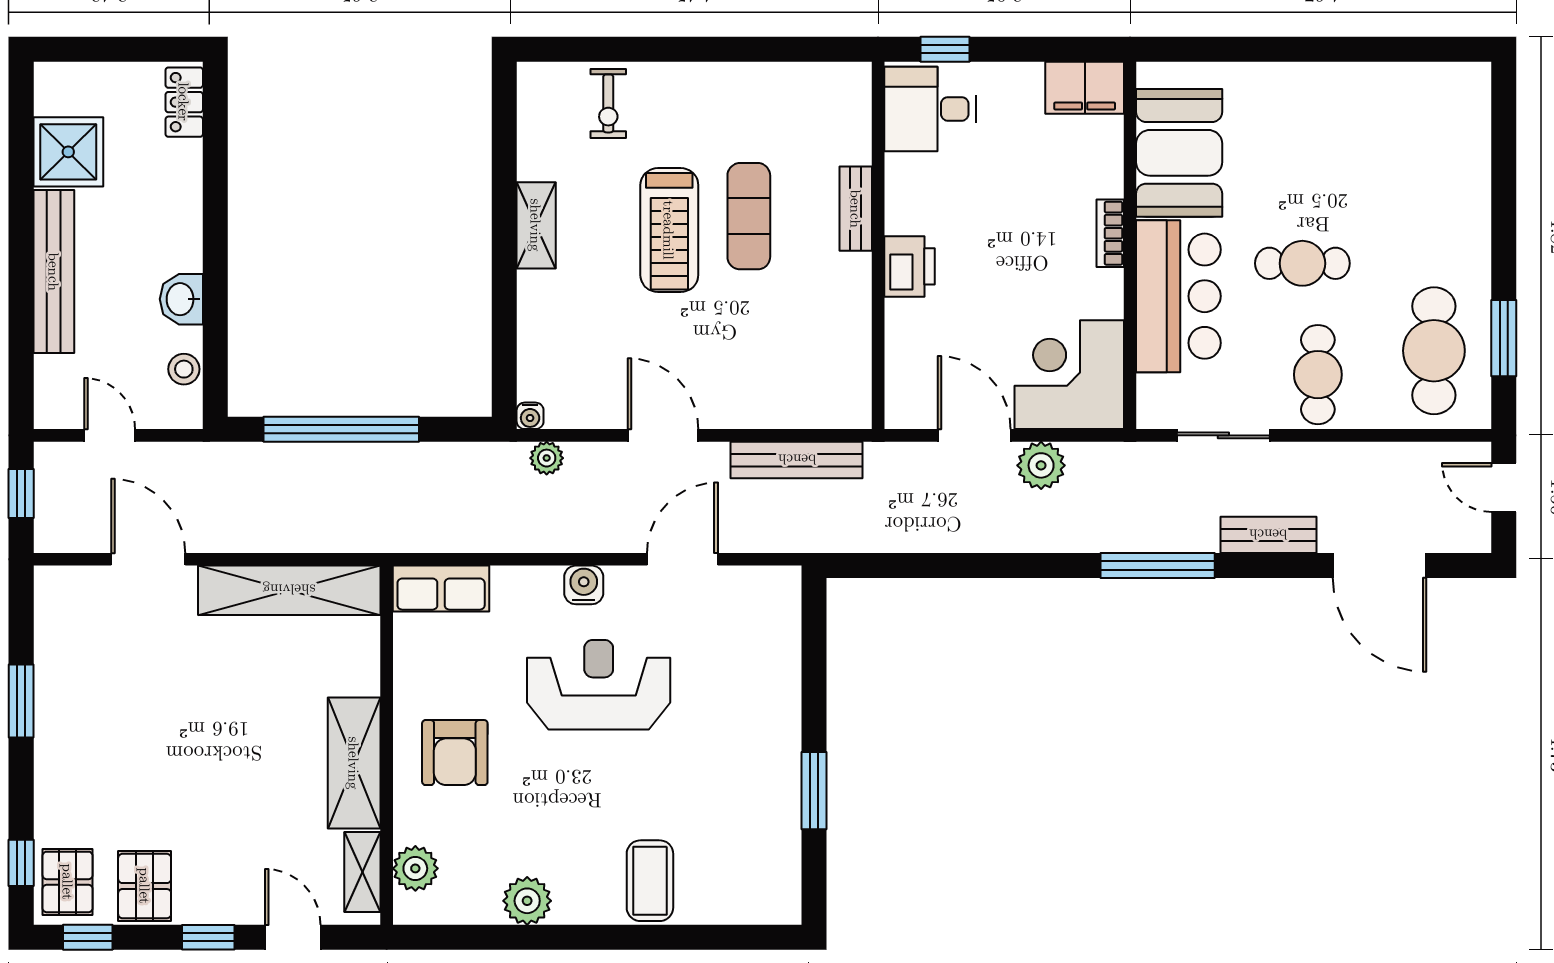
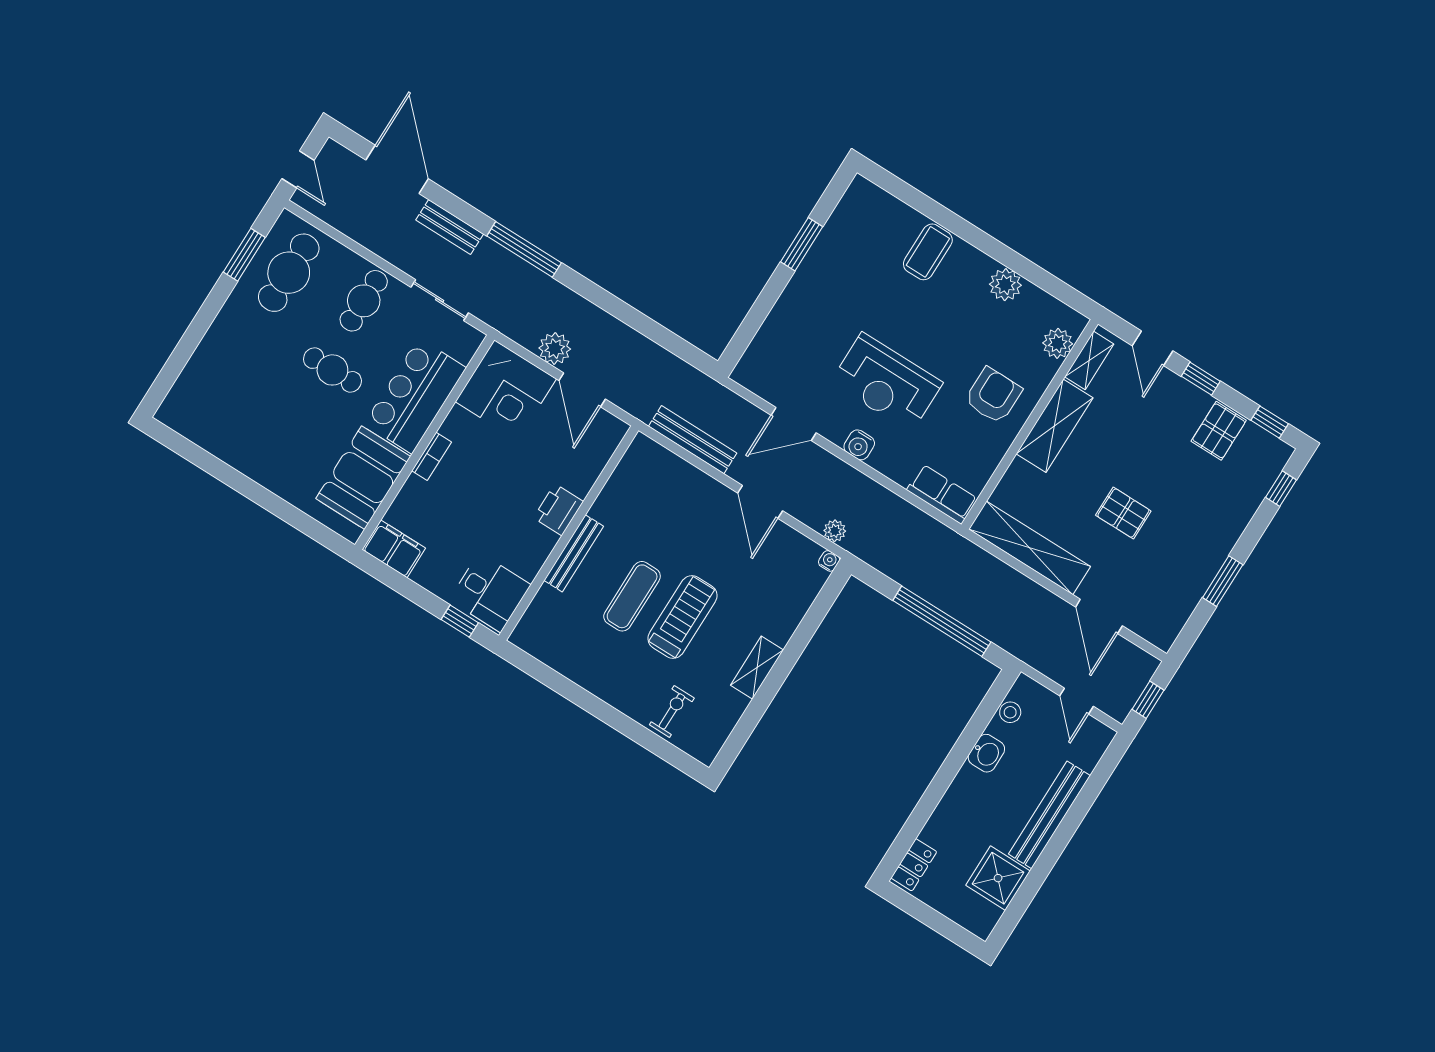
bench: (856, 209) -> (574, 553), width x1.36
pallet: (68, 882) -> (1123, 513), moved, turned 90

